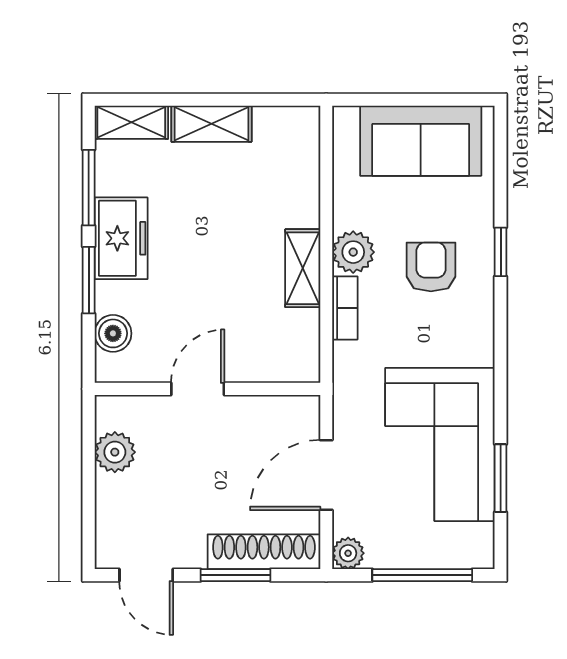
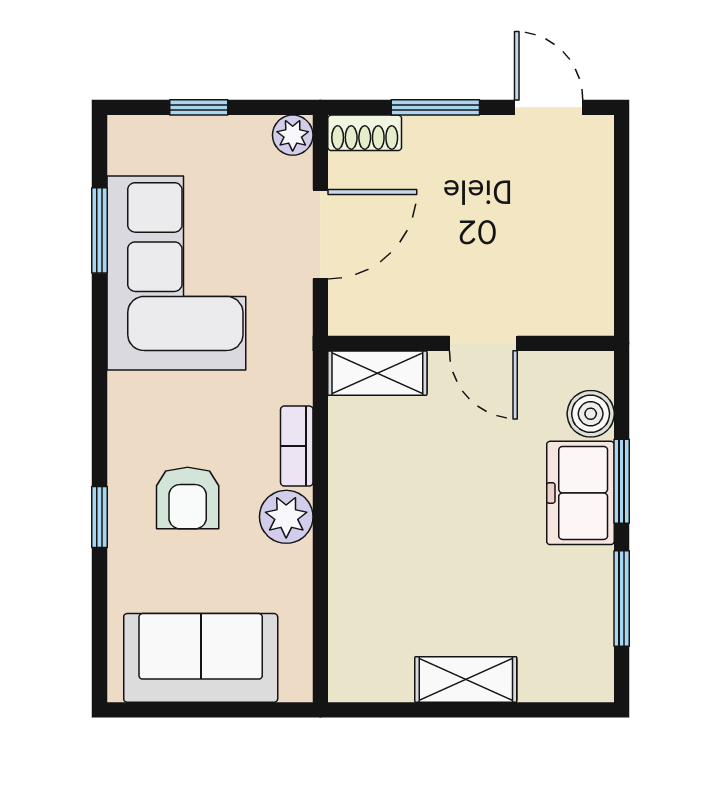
shelving: (131, 122) -> (567, 681), removed
freezer: (121, 238) -> (580, 493), moved
shelving: (303, 268) -> (377, 373), moved, turned 90
door: (198, 389) -> (483, 343), hinge flipped
plant: (115, 452) -> (588, 263), removed
shoe rack: (264, 552) -> (365, 133), width x0.51, depth x0.81
window: (422, 575) -> (199, 107), width x0.46

